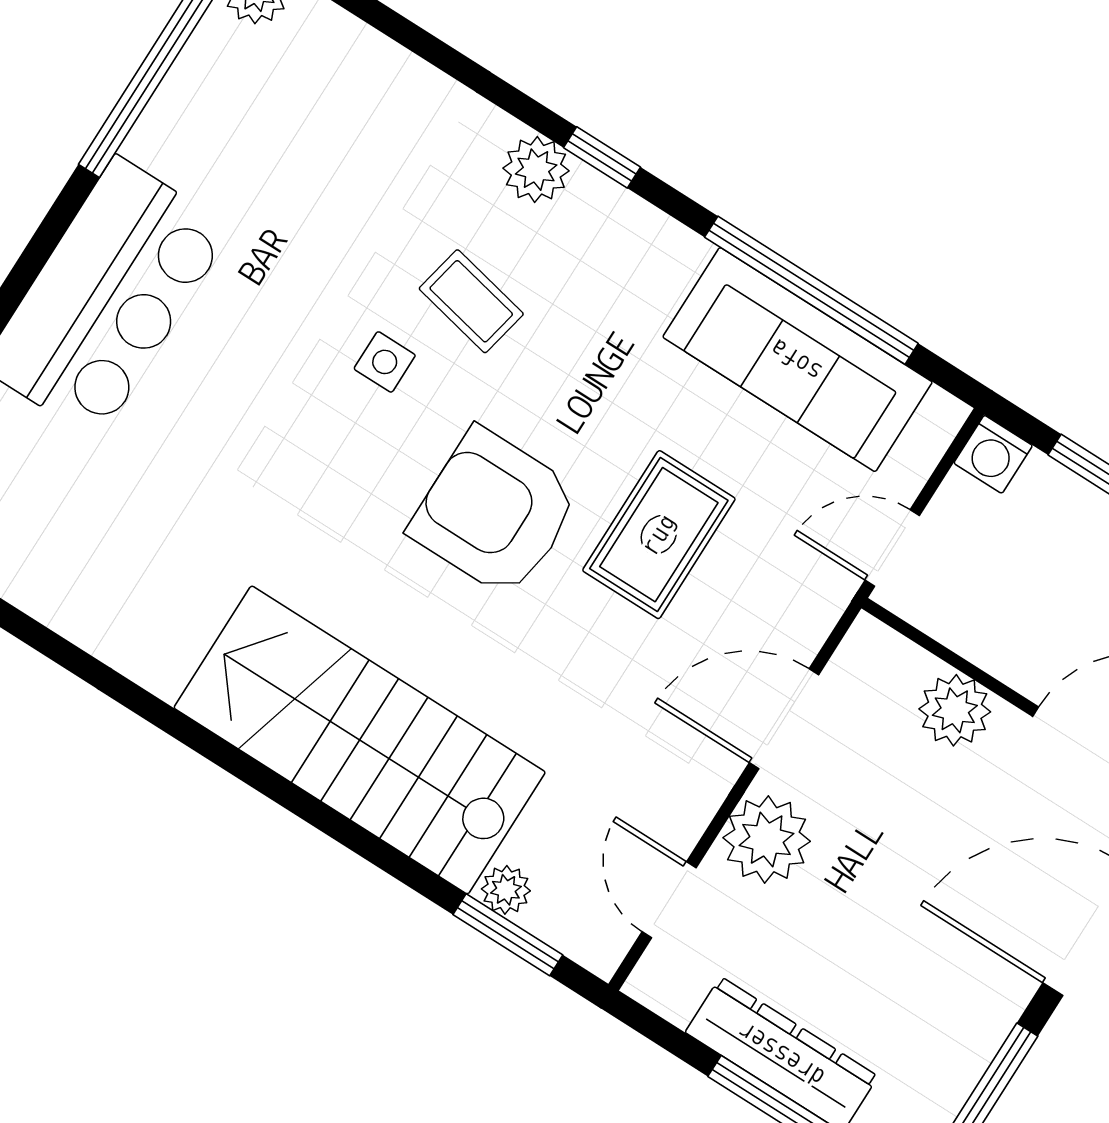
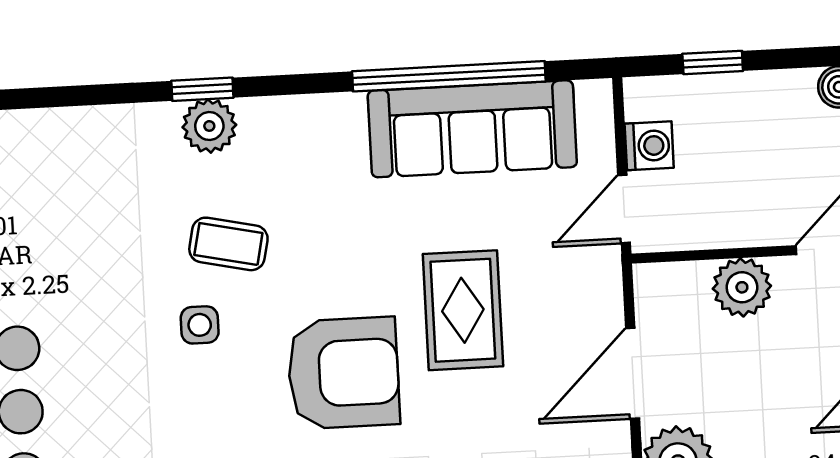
window: (602, 157) -> (202, 89), moved
washing machine: (993, 454) -> (649, 146), moved, turned -90
armchair: (495, 512) -> (344, 373), turned 180

